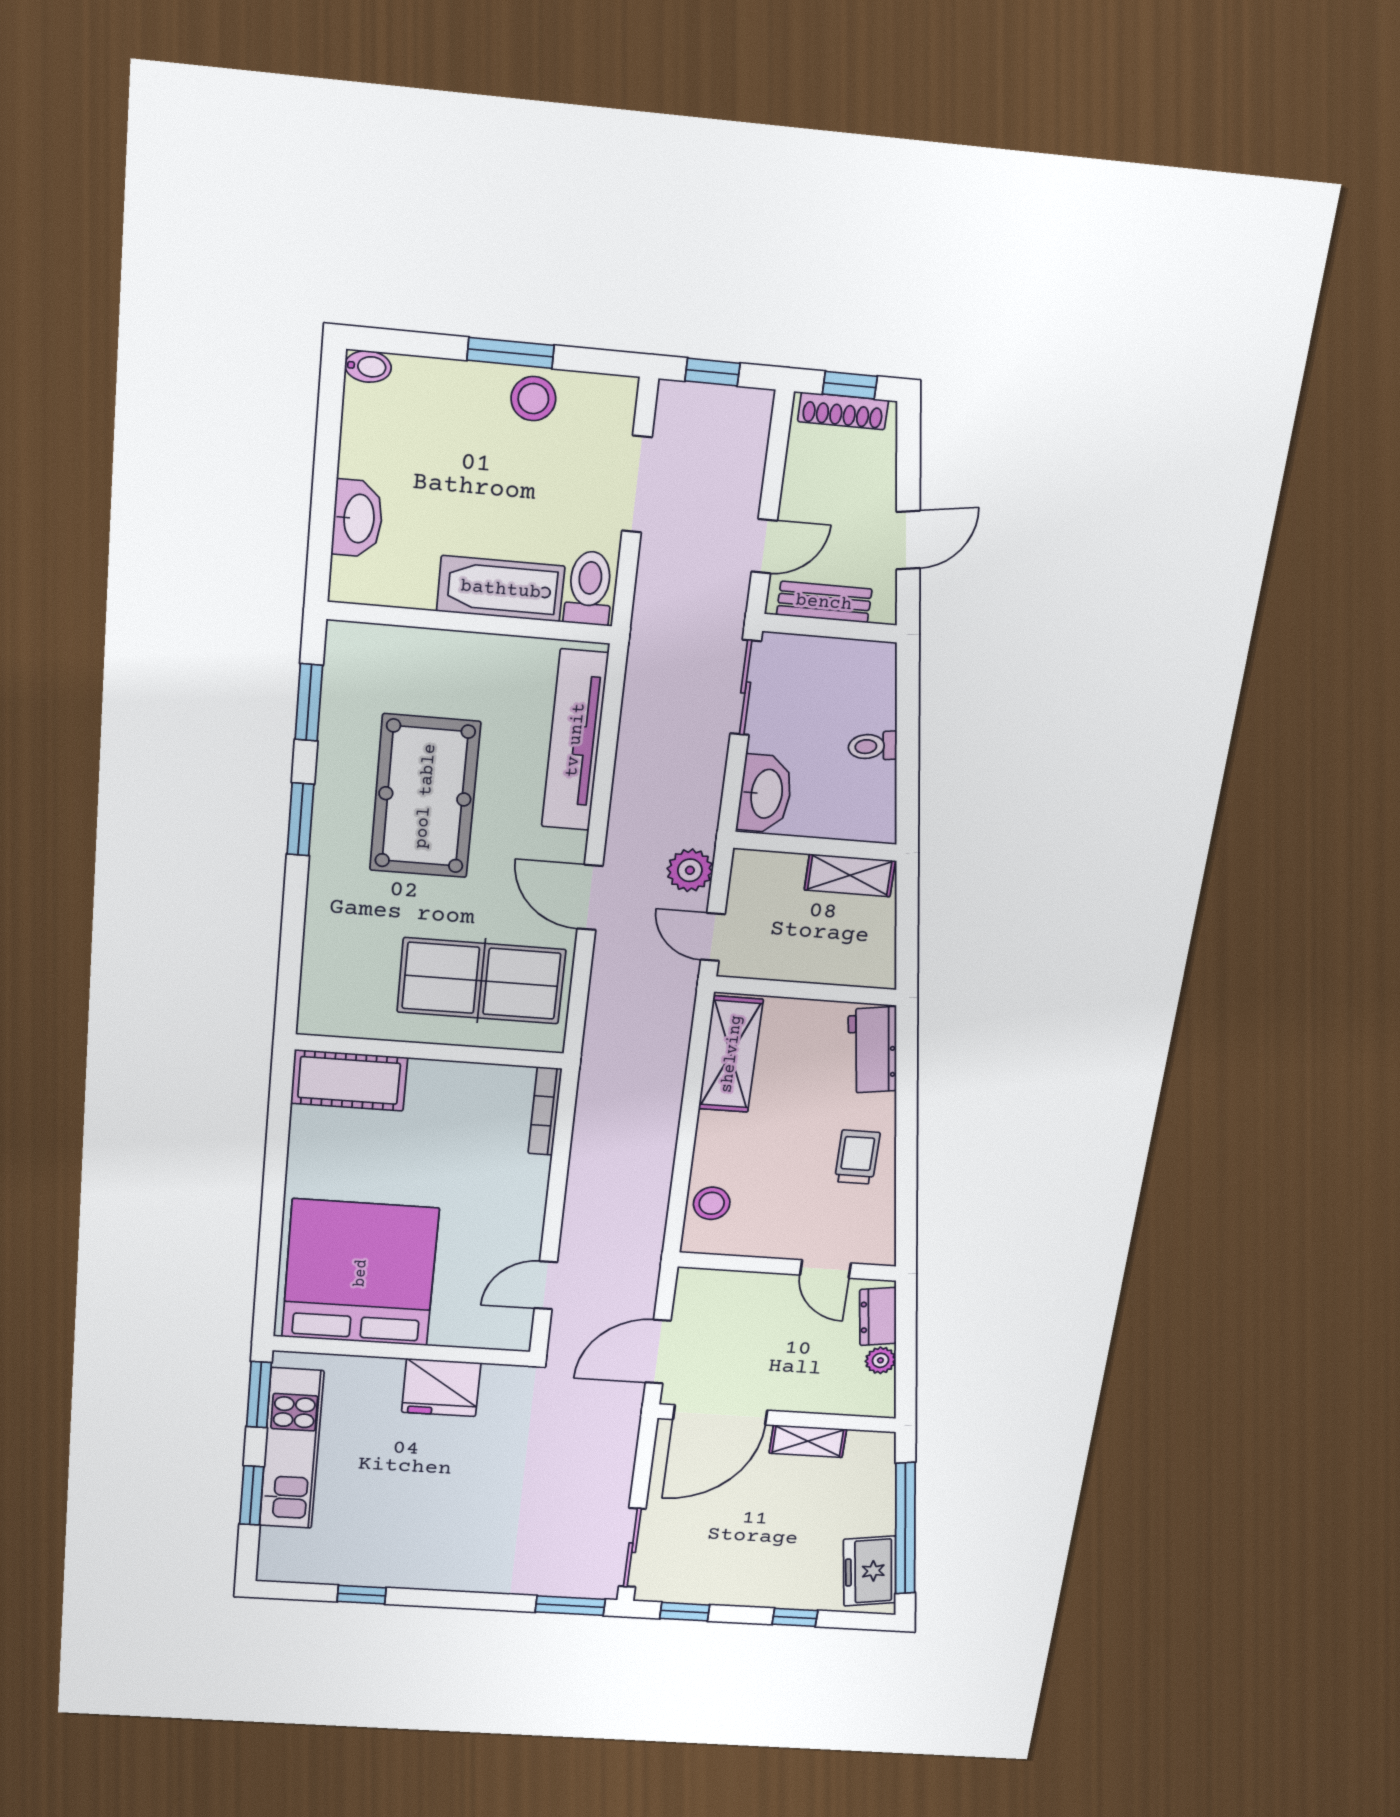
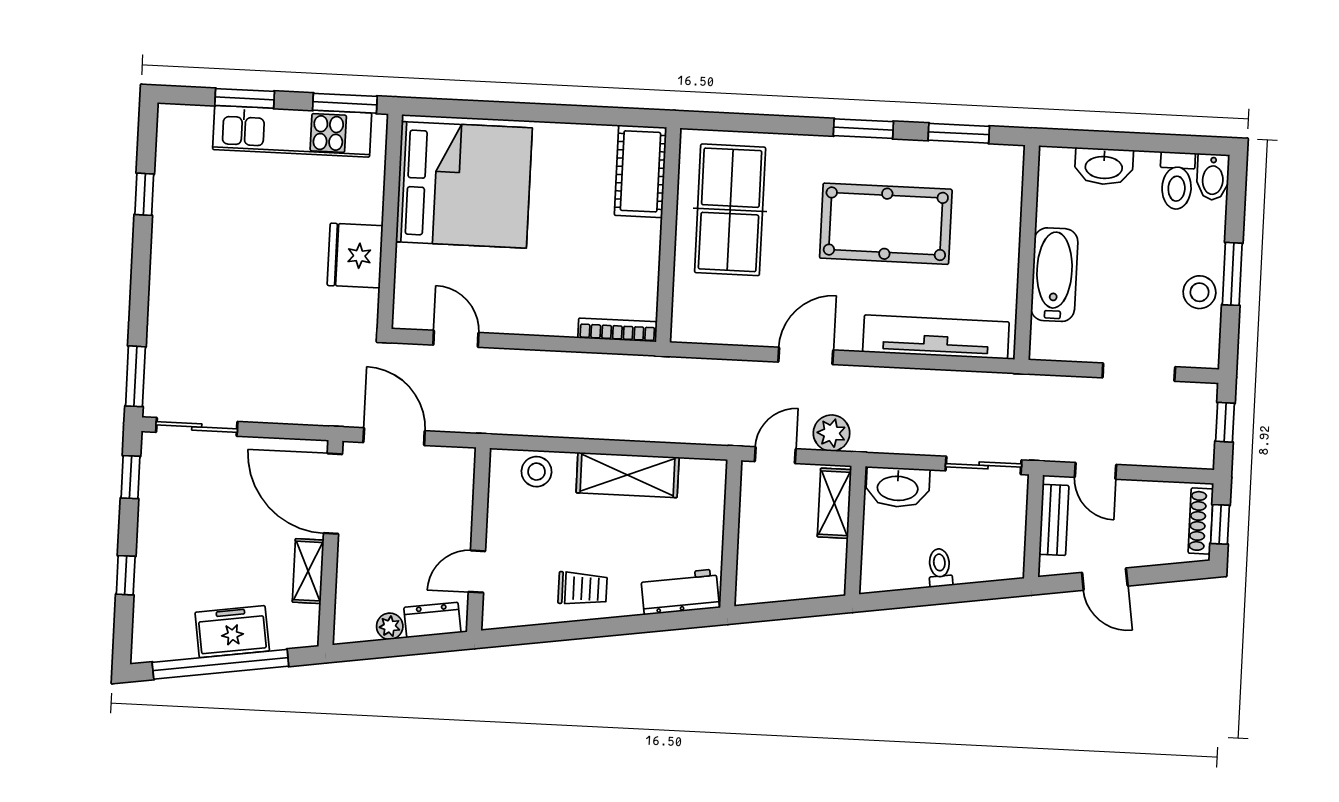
bidet: (368, 367) -> (1213, 177), width x1.38, depth x1.36
toilet: (589, 588) -> (1177, 181), moved, turned 90
shelving: (850, 875) -> (834, 503), moved
table tennis table: (481, 981) -> (730, 210), moved
shelving: (731, 1054) -> (628, 475), moved
freezer: (870, 1571) -> (232, 632), moved

